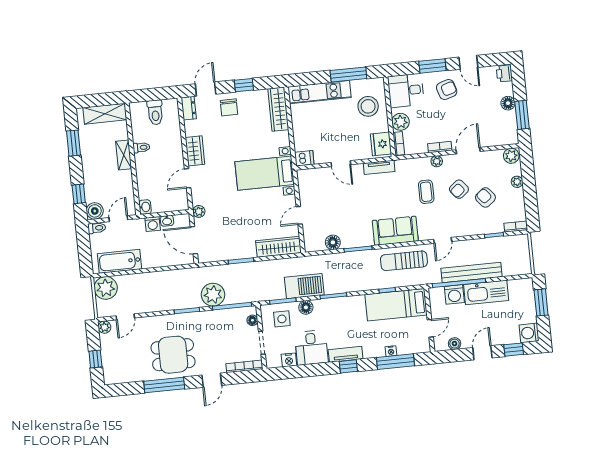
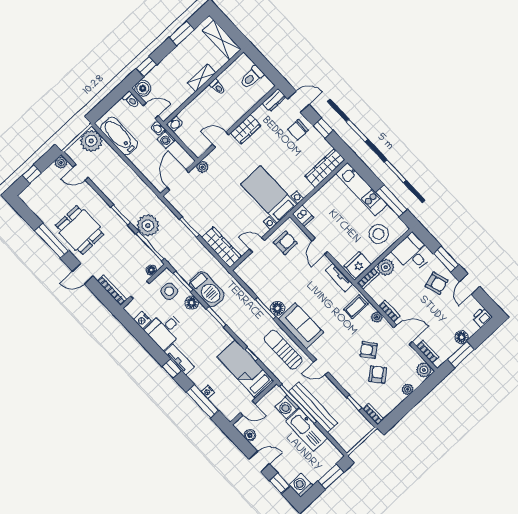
bookcase: (498, 141) -> (428, 352), added
armchair: (316, 190) -> (285, 243), added
coffee table: (426, 192) -> (356, 307), moved
washbasin: (167, 221) -> (158, 128), moved
floor lamp: (333, 242) -> (277, 308), moved

